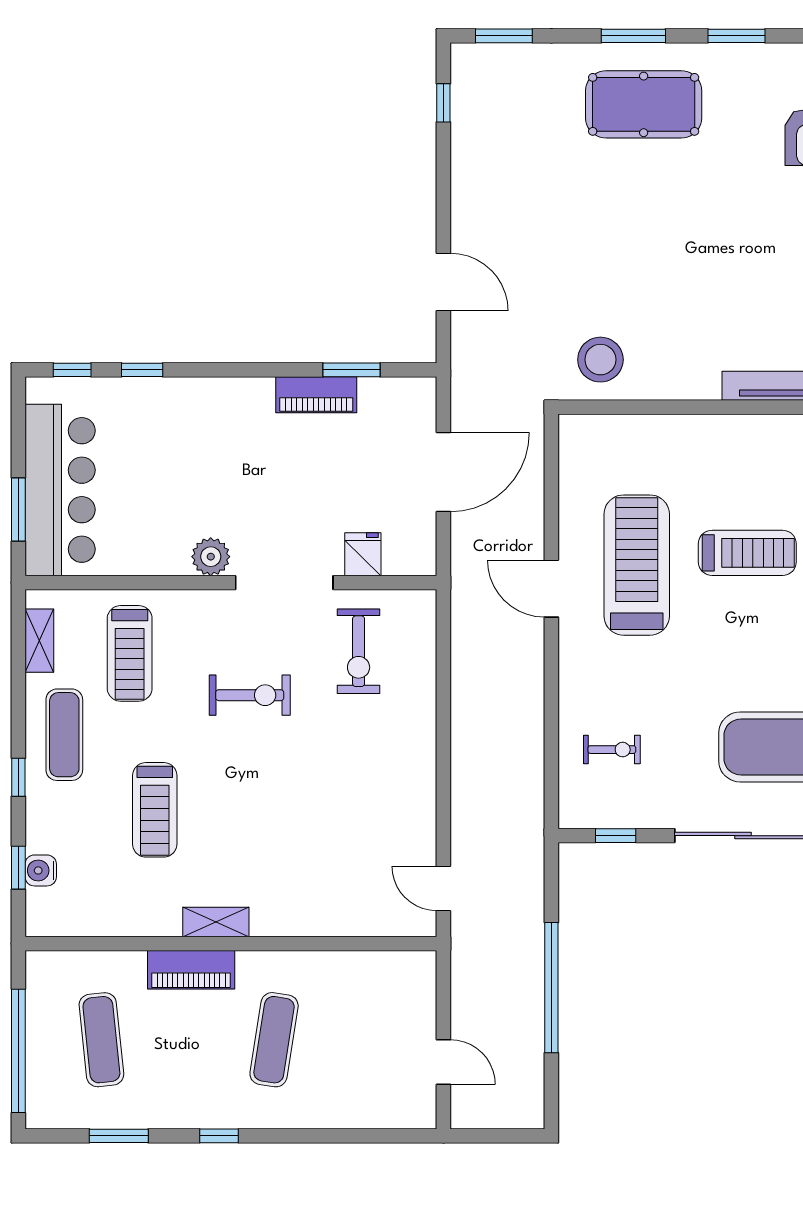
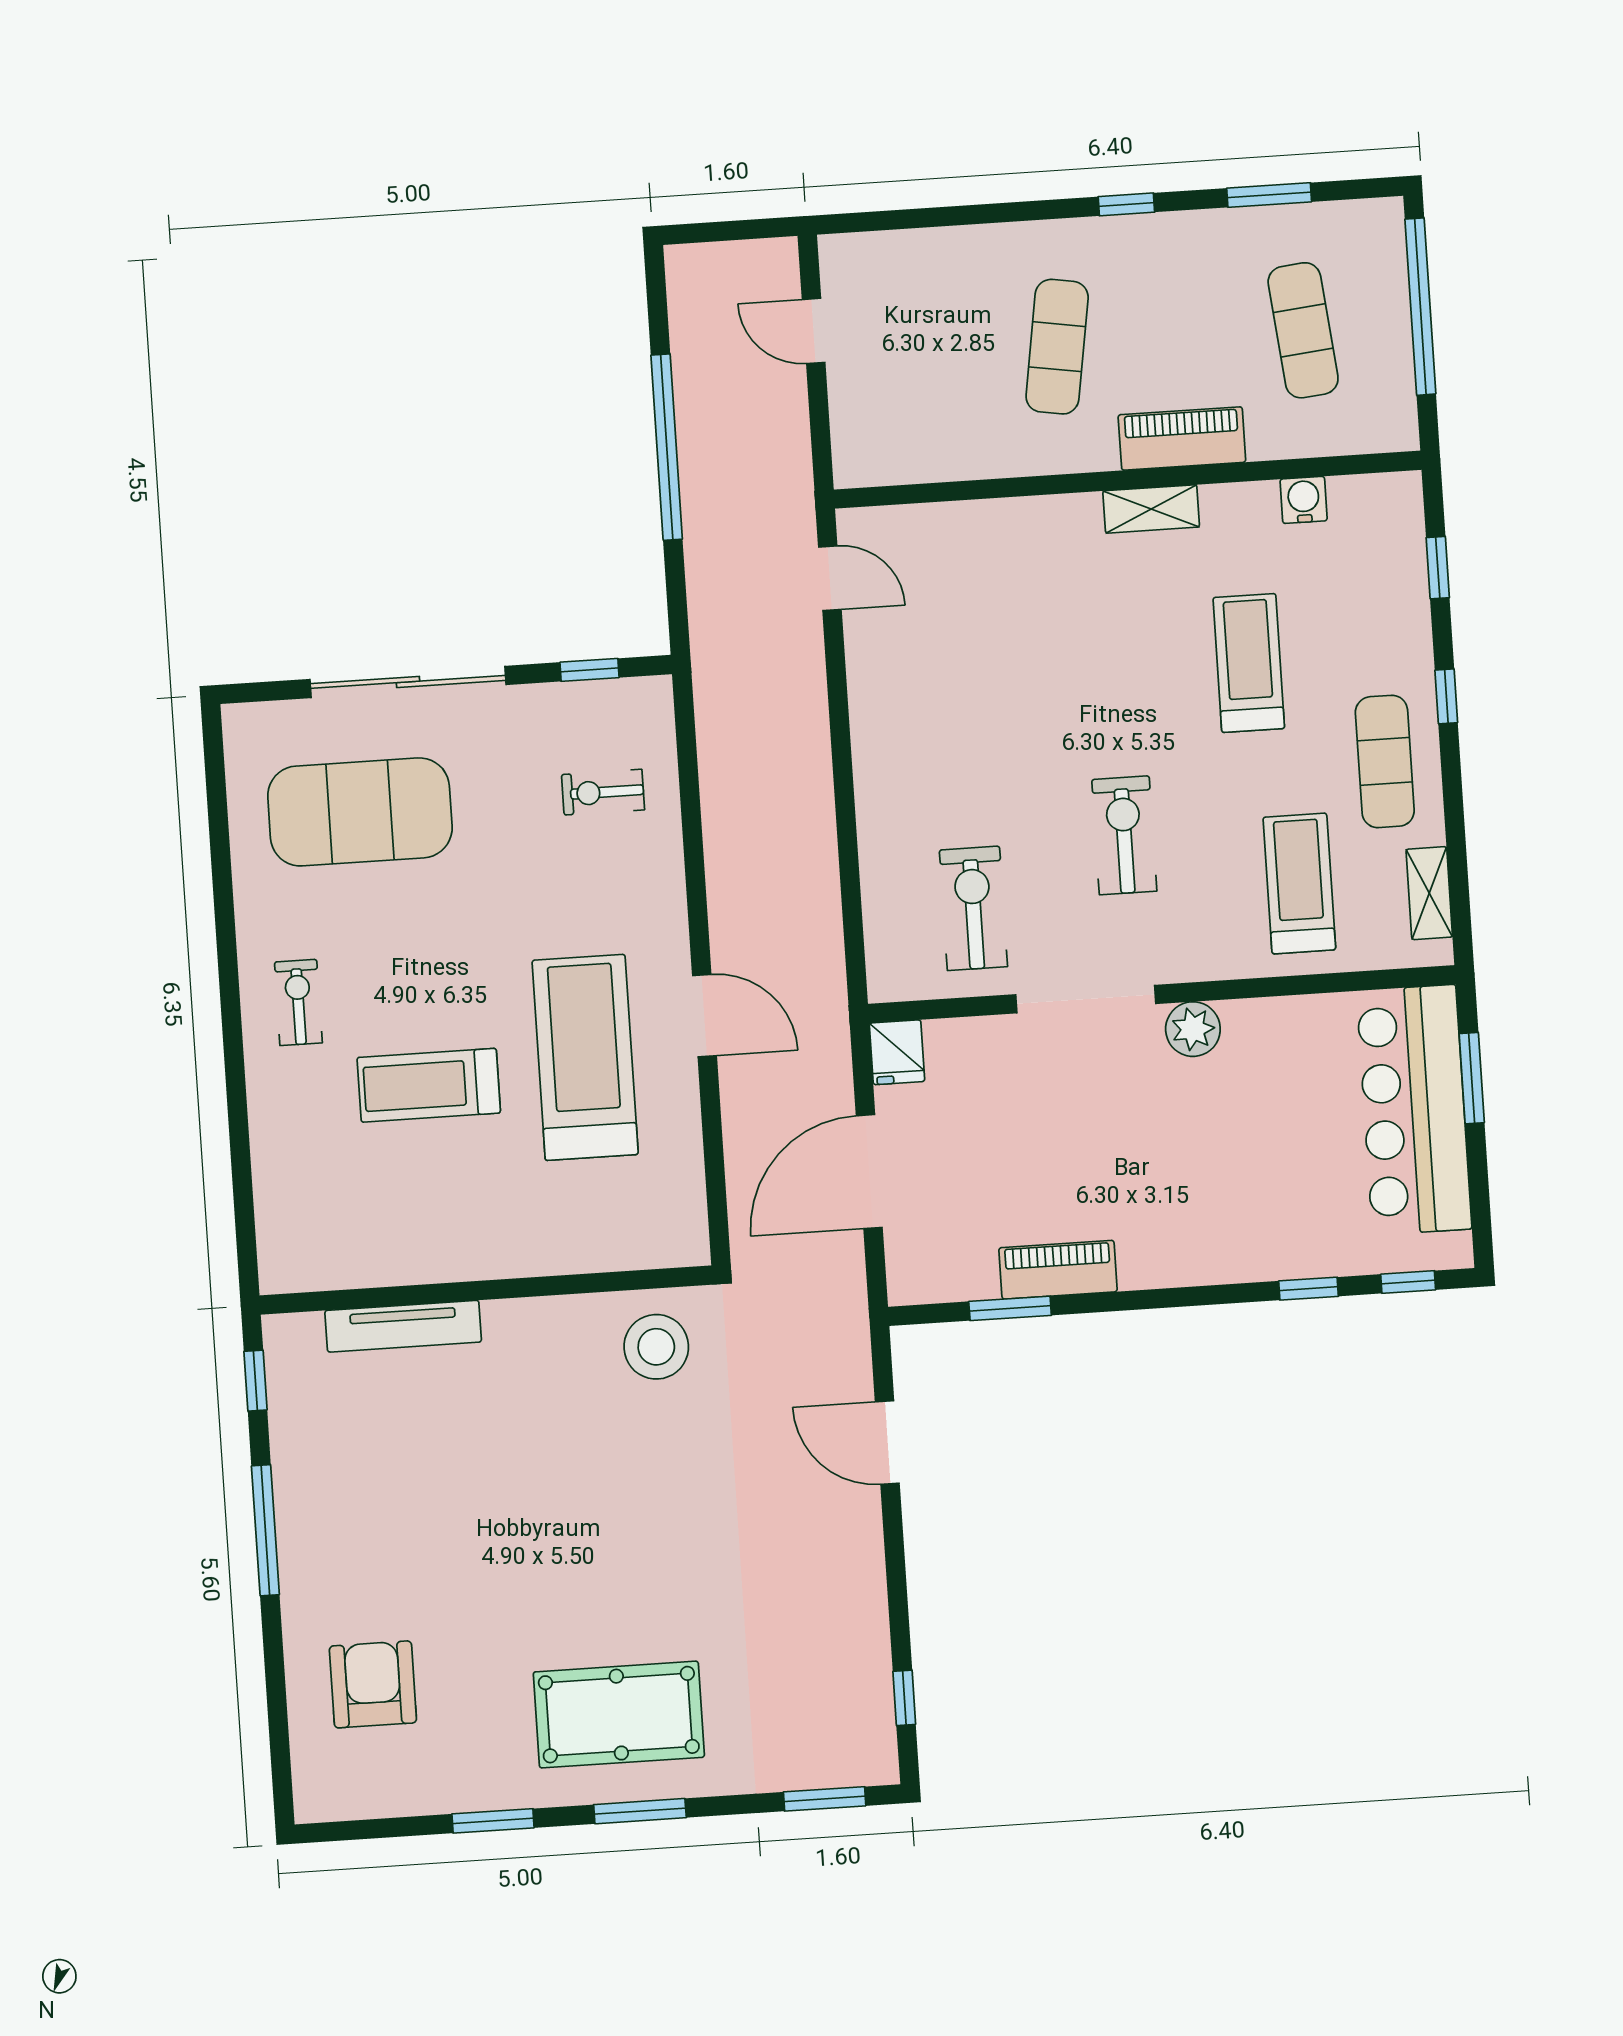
fridge: (363, 554) -> (897, 1052), moved
treadmill: (637, 565) -> (585, 1057), turned 180
exercise bike: (250, 695) -> (1124, 835), turned 90
water cooler: (41, 870) -> (1304, 500), moved, turned -90

